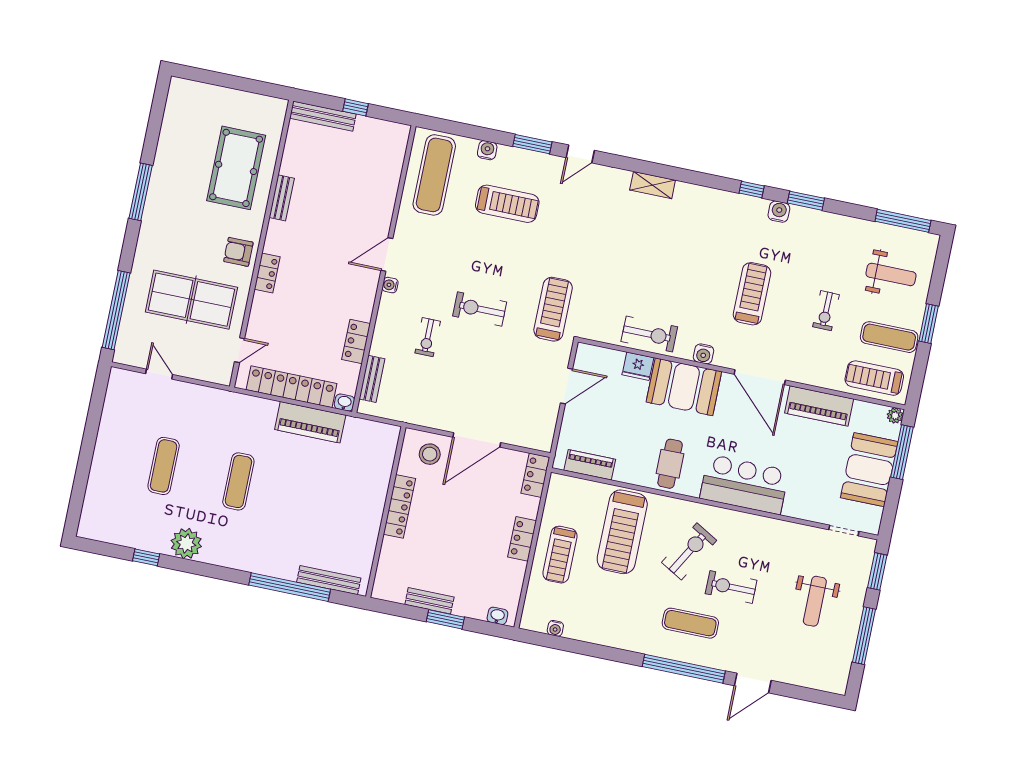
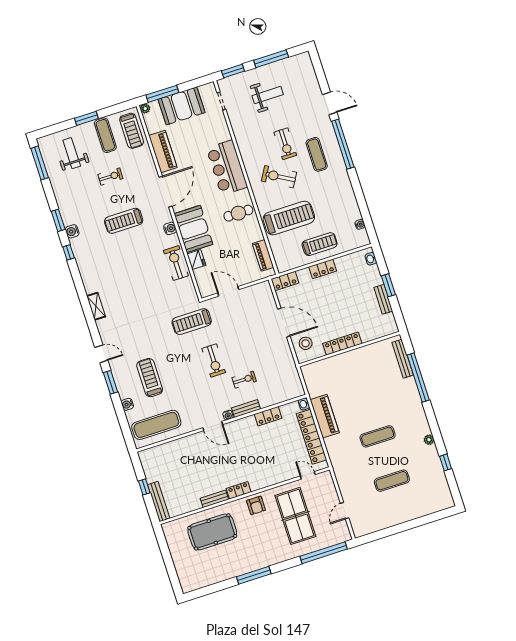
locker: (267, 273) -> (239, 490), moved
bench: (372, 379) -> (246, 409), moved
plant: (186, 543) -> (429, 440), width x0.53, depth x0.53

